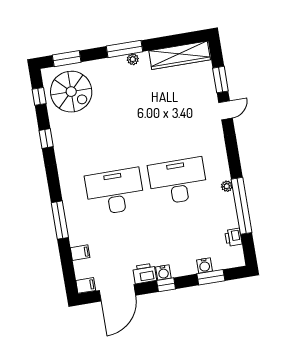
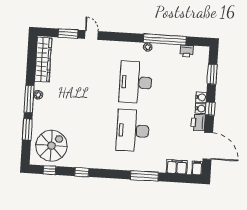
window: (67, 59) -> (27, 129), moved
filing cabinet: (80, 253) -> (177, 167), width x2.00
water cooler: (204, 265) -> (201, 97), moved

